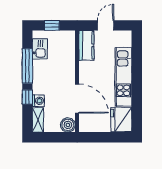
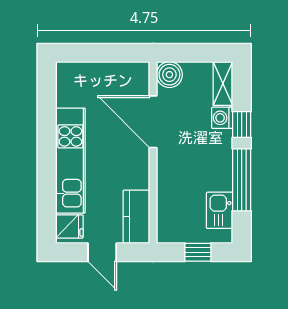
door: (106, 25) -> (102, 252), hinge flipped
fridge: (121, 119) -> (69, 226), moved, width x0.53, depth x0.75

